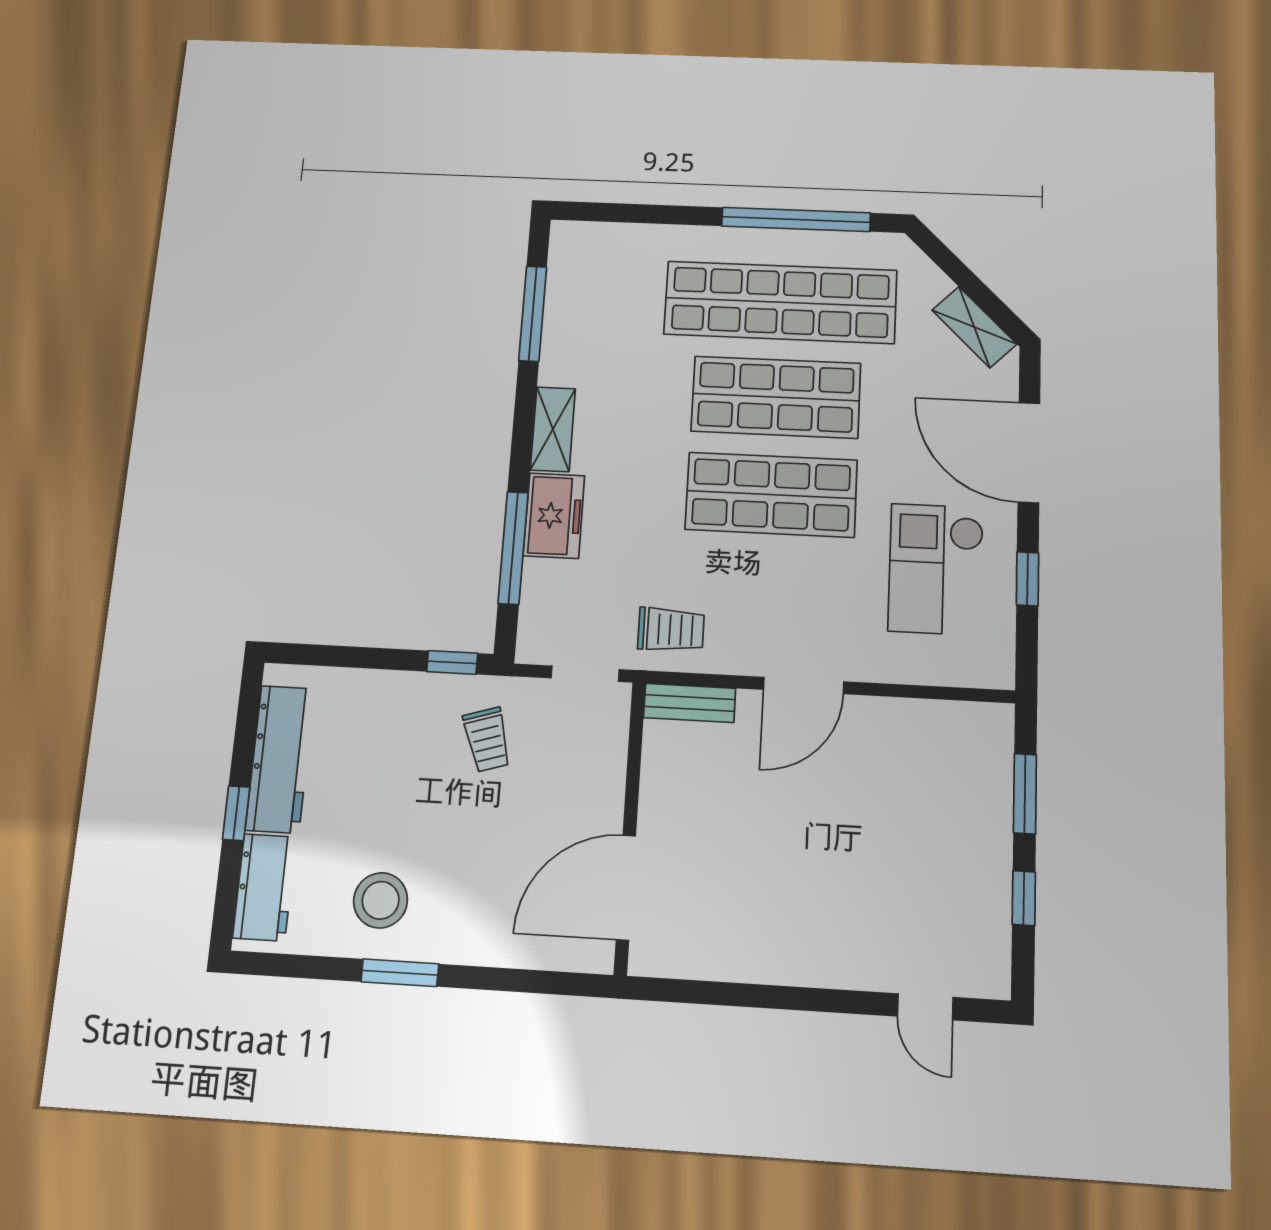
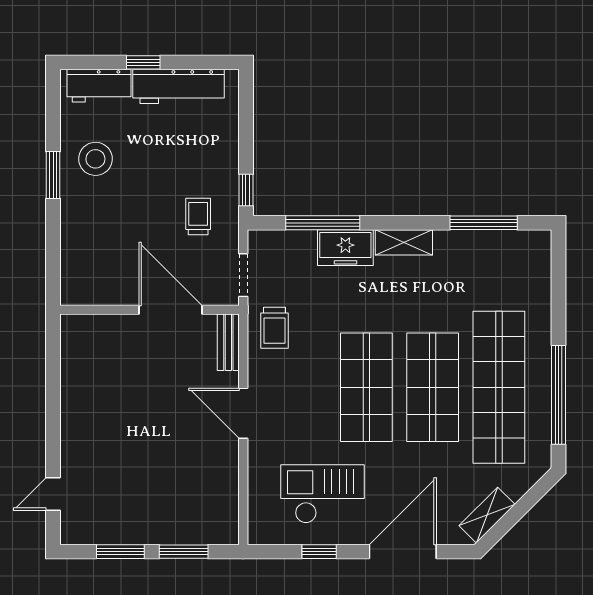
trolley: (487, 740) -> (198, 216), turned 107
door: (626, 887) -> (170, 310), moved
window: (1024, 898) -> (120, 552), width x1.50

